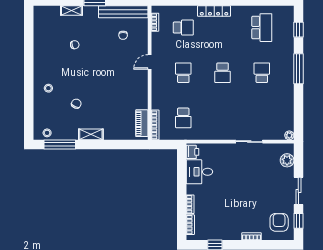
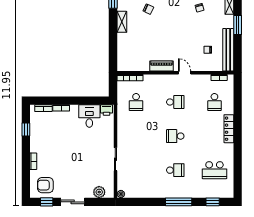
school desk: (183, 118) -> (136, 102), turned -90
piano: (142, 123) -> (162, 66), moved
armchair: (279, 222) -> (45, 185), turned 180

